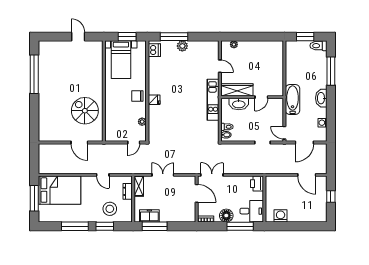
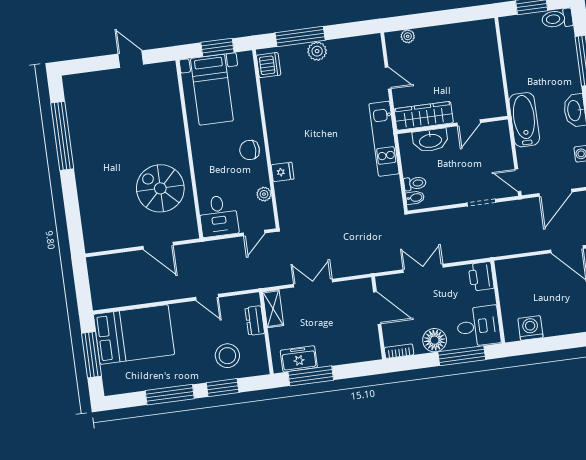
fridge: (154, 100) -> (282, 172), moved
desk: (115, 130) -> (218, 216), added
double door: (212, 175) -> (423, 268), moved

